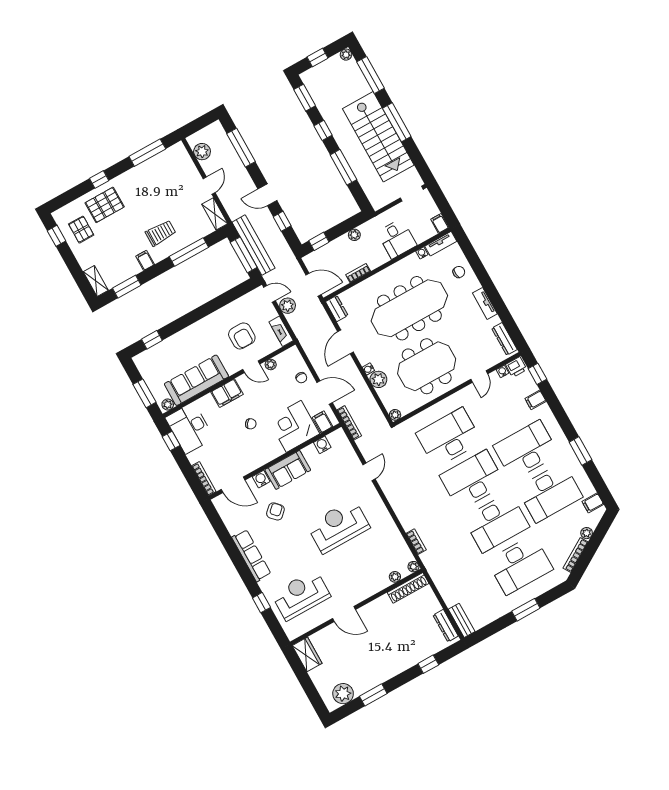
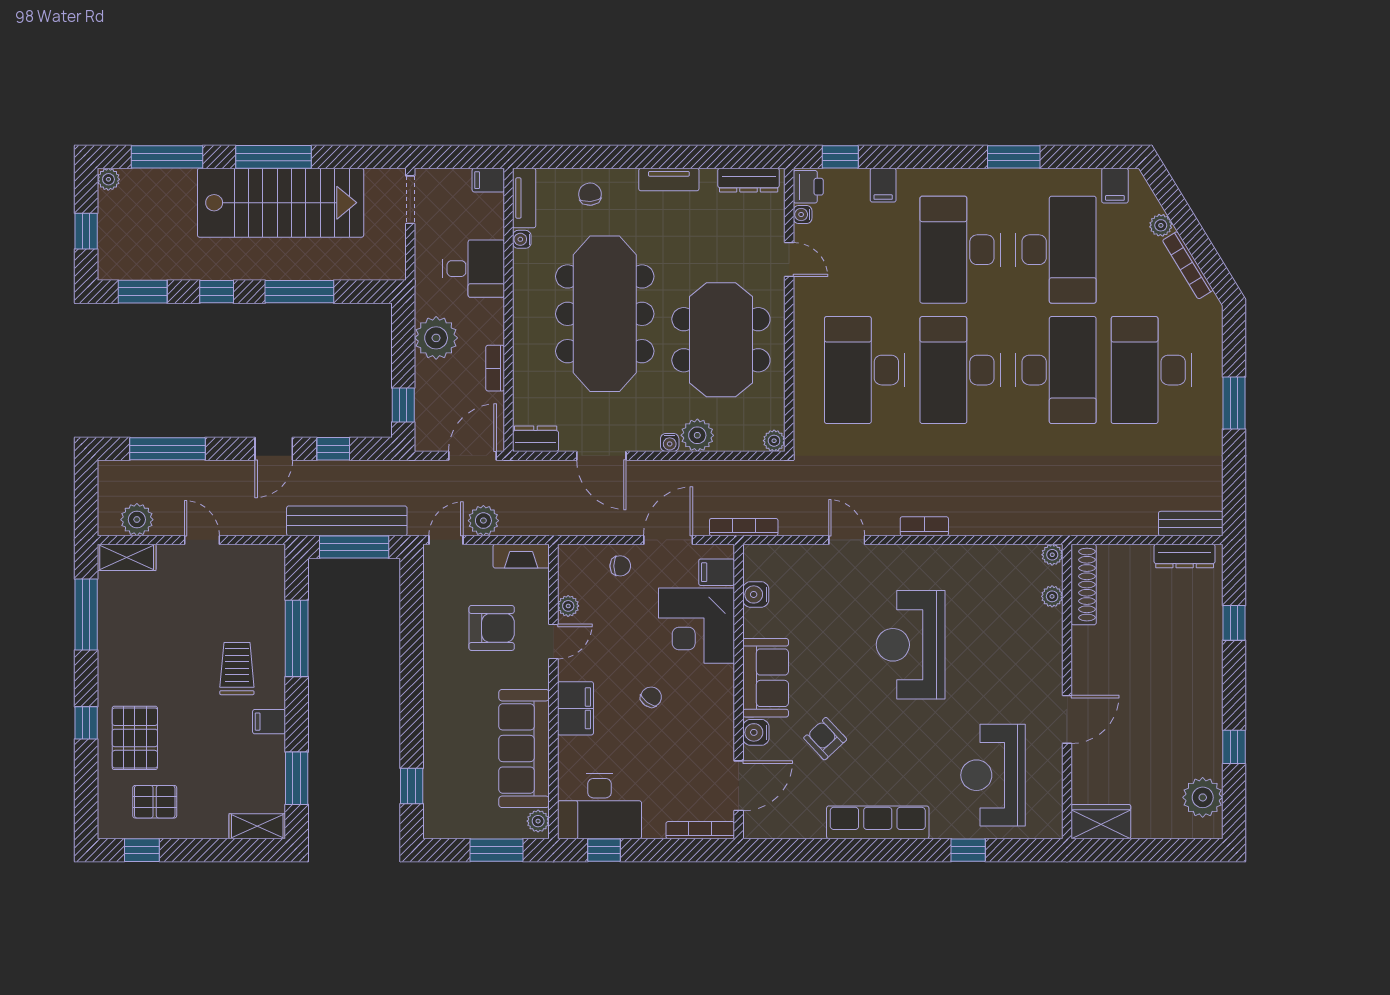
shelving: (215, 214) -> (127, 557), moved
plant: (354, 235) -> (436, 338), width x1.88, depth x1.88
bookcase: (416, 542) -> (924, 526), moved
desk: (520, 565) -> (1151, 370), turned 180
window: (373, 695) -> (1234, 747), width x0.67

